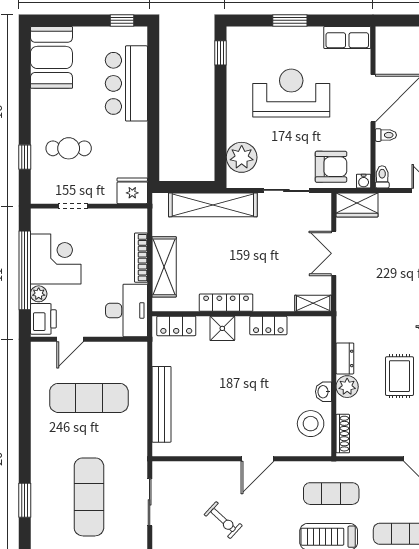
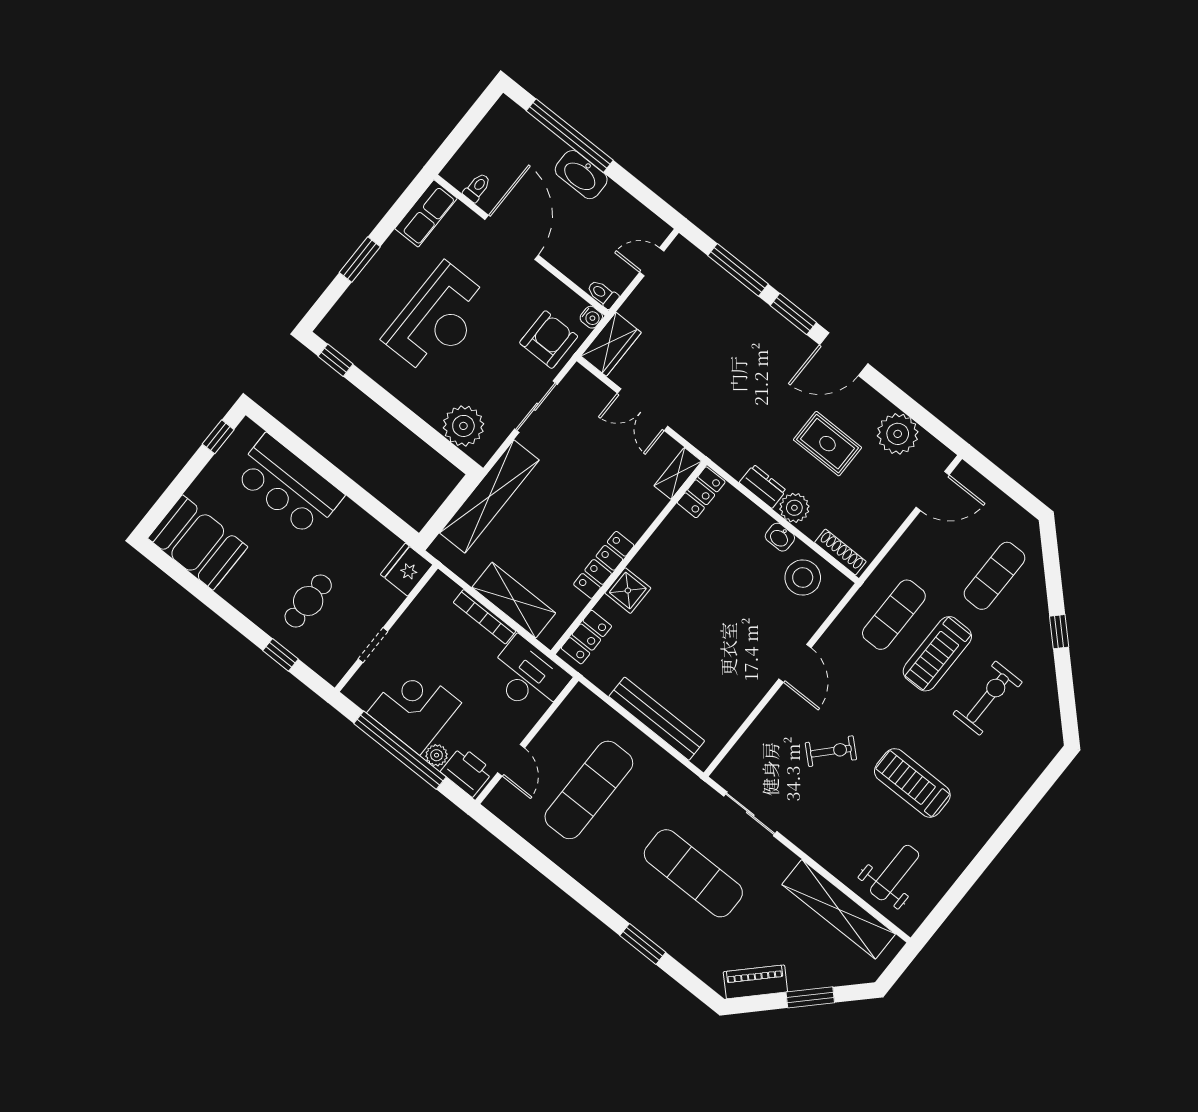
reception desk: (291, 93) -> (437, 319), turned 180
toilet: (386, 135) -> (477, 188), moved
locker: (268, 325) -> (701, 492), moved

